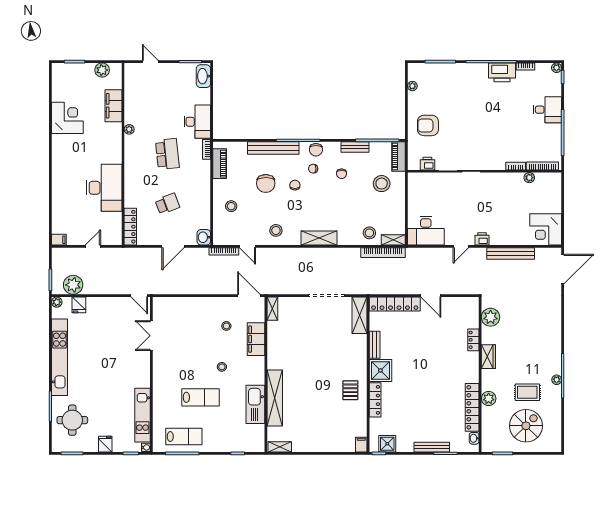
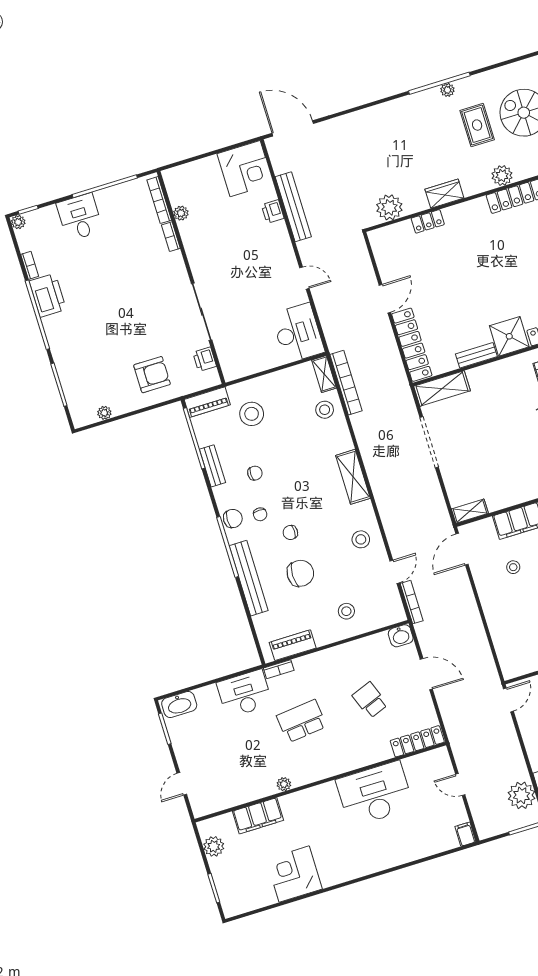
armchair: (428, 125) -> (152, 375), turned -90
printer: (482, 239) -> (273, 212), moved

